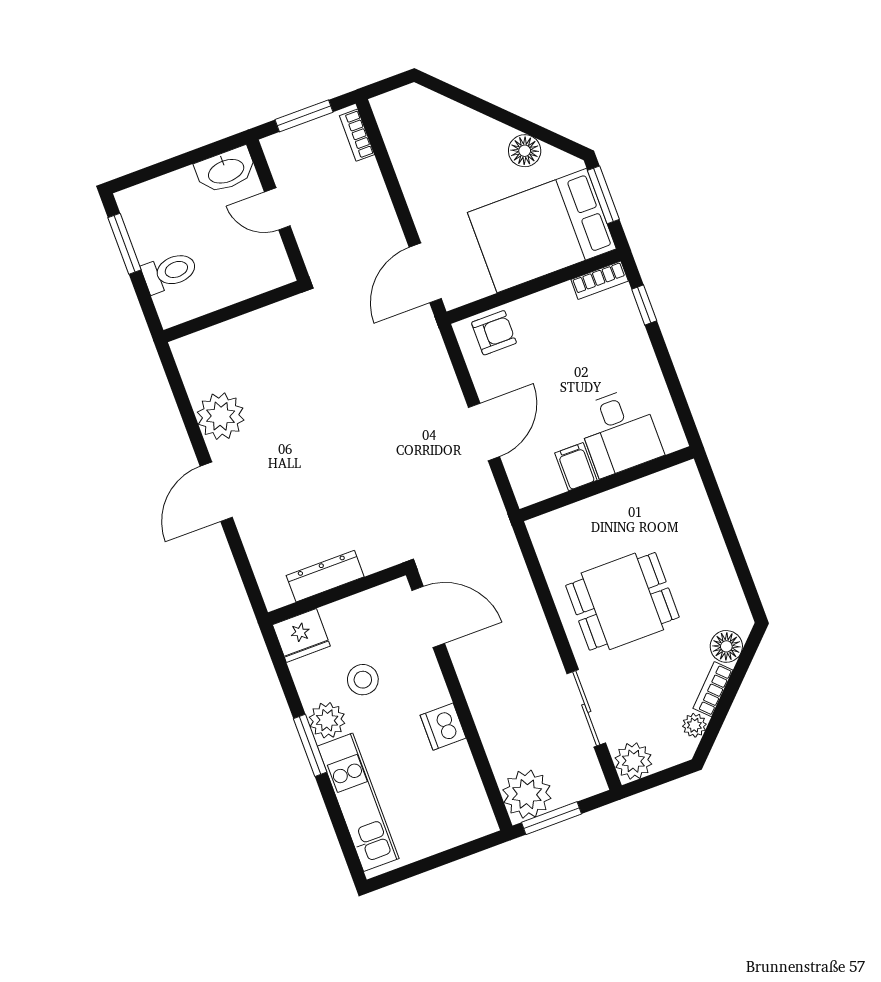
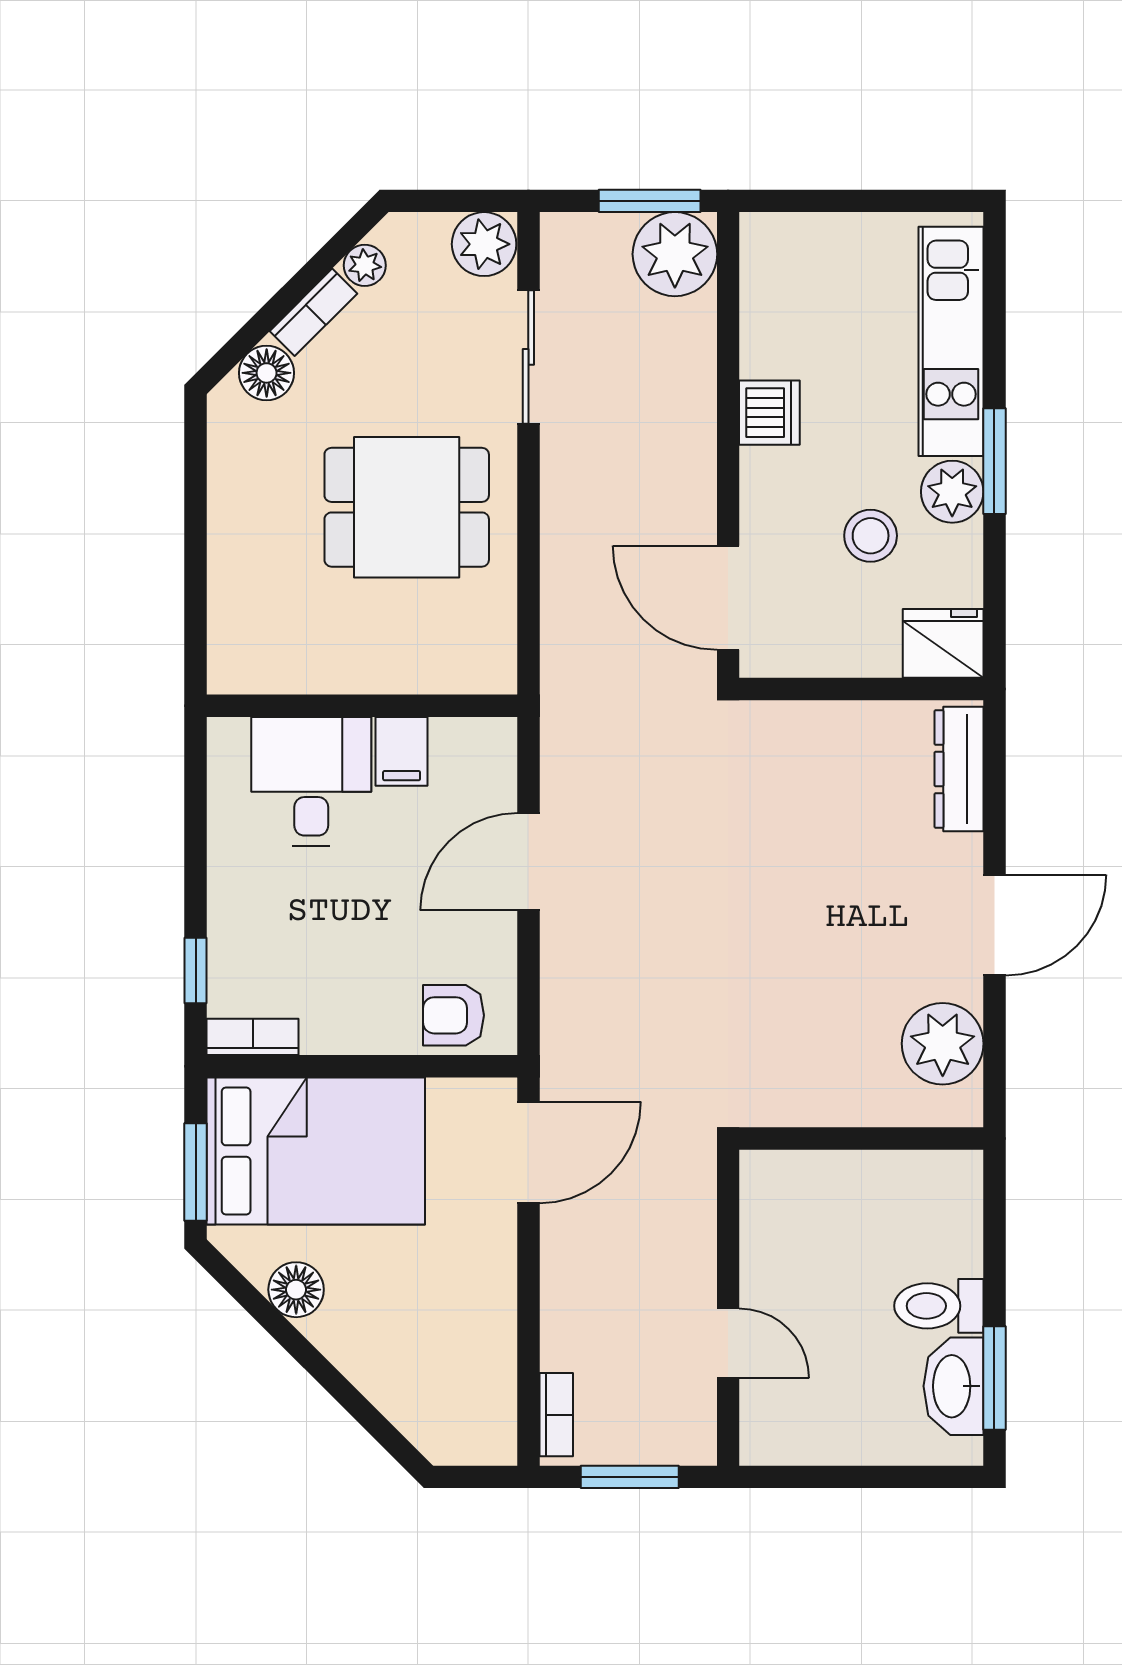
washbasin: (226, 170) -> (953, 1386), moved, turned -90
wall: (232, 311) -> (861, 1138), moved
dresser: (325, 576) -> (959, 769), moved, turned 90

